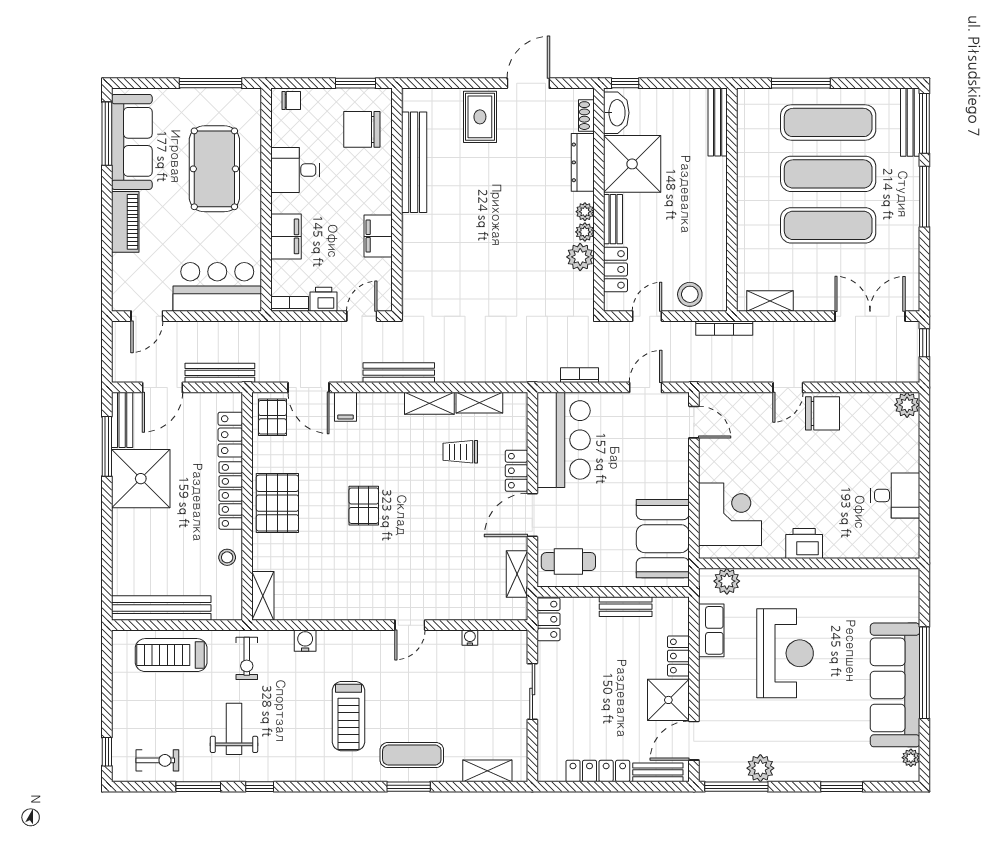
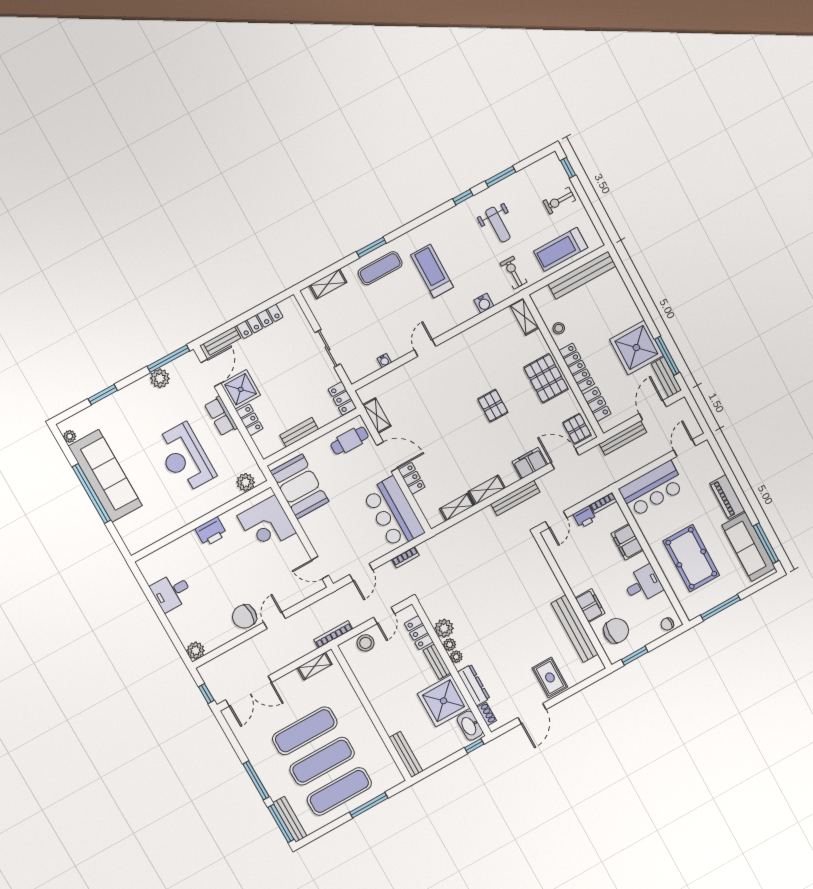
filing cabinet: (378, 236) -> (590, 606), moved
filing cabinet: (345, 407) -> (530, 463), width x2.00
trolley: (460, 452) -> (452, 471), removed
door: (532, 515) -> (387, 457), hinge flipped
row of seats: (711, 630) -> (221, 416), moved
treadmill: (171, 655) -> (561, 249), turned 180
exercise bike: (157, 760) -> (559, 201), moved

